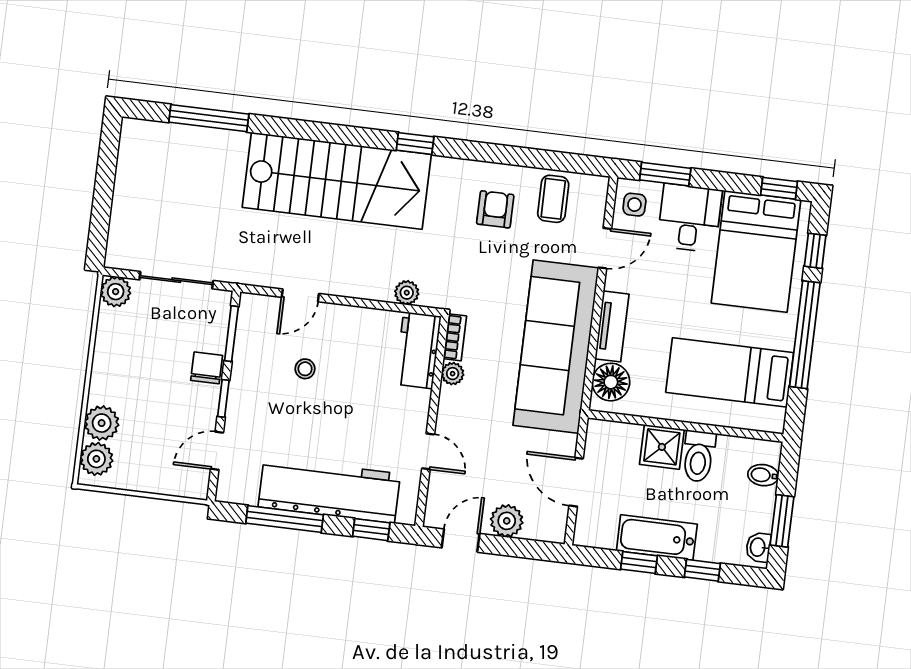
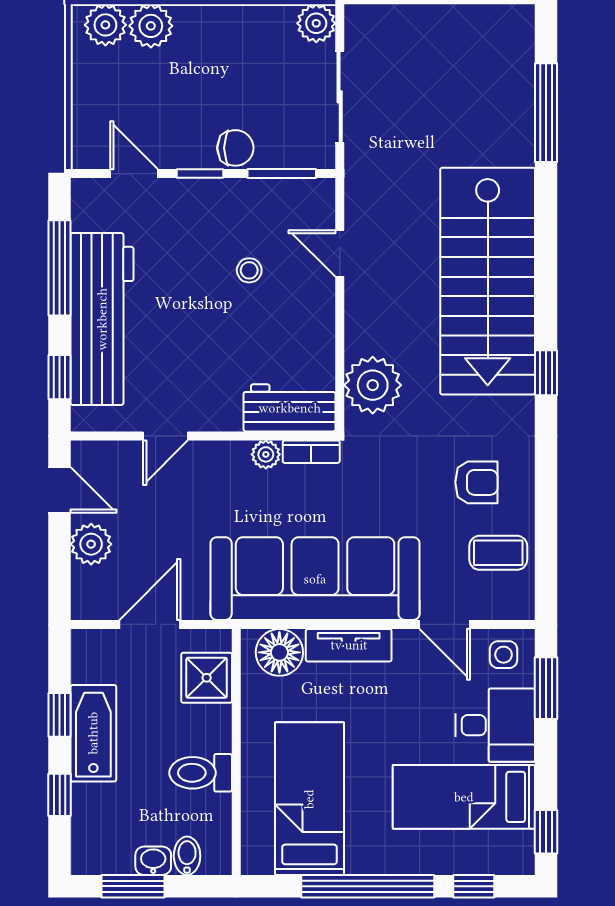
bed: (756, 251) -> (464, 797), width x0.67
plant: (407, 293) -> (373, 385), width x1.88, depth x1.88
shower: (662, 447) -> (207, 678), moved
washbasin: (758, 547) -> (153, 861), moved

